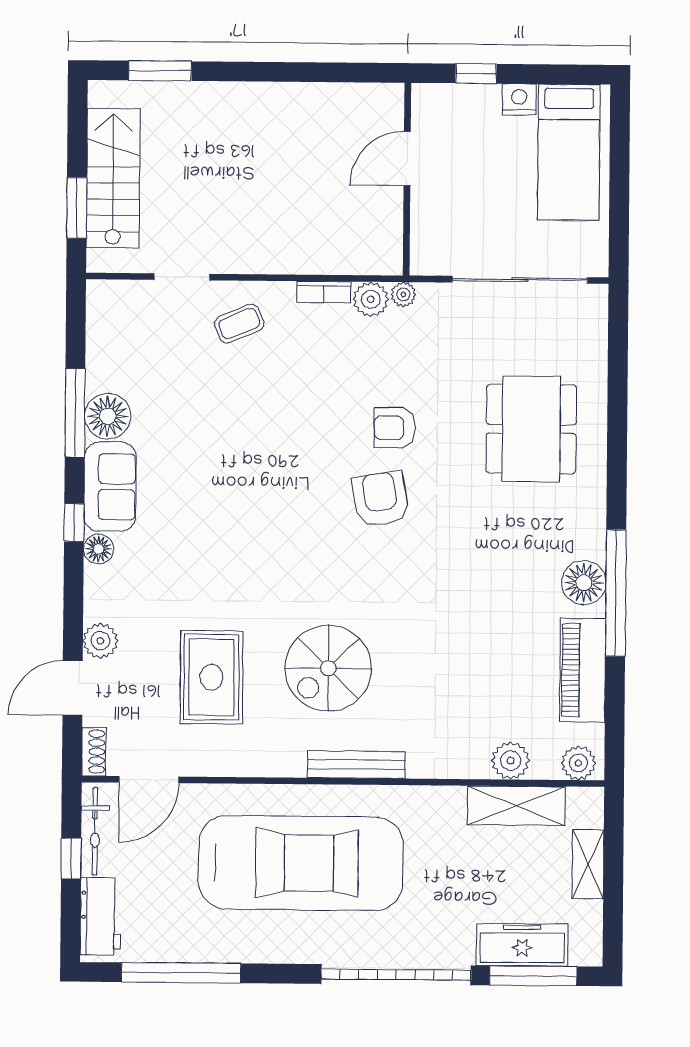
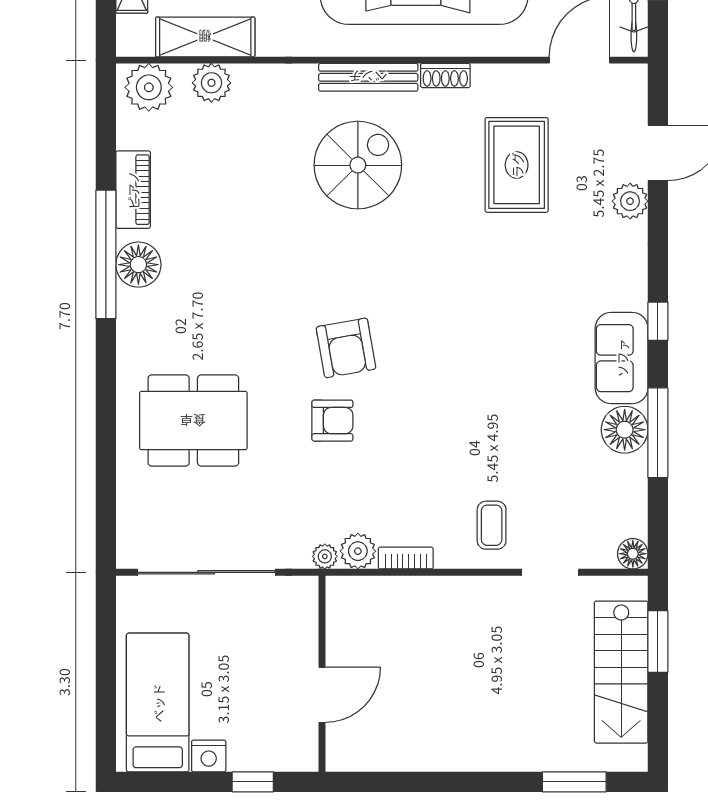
coffee table: (239, 324) -> (492, 525), turned -67
dining table: (531, 429) -> (193, 421), turned 90
floor lamp: (99, 549) -> (633, 554), moved
spiral stairs: (328, 668) -> (358, 165), moved
piano: (583, 670) -> (133, 190), width x0.73, depth x0.75
shoe rack: (94, 752) -> (445, 76), moved, turned -90
plant: (578, 763) -> (149, 87), width x1.36, depth x1.36

